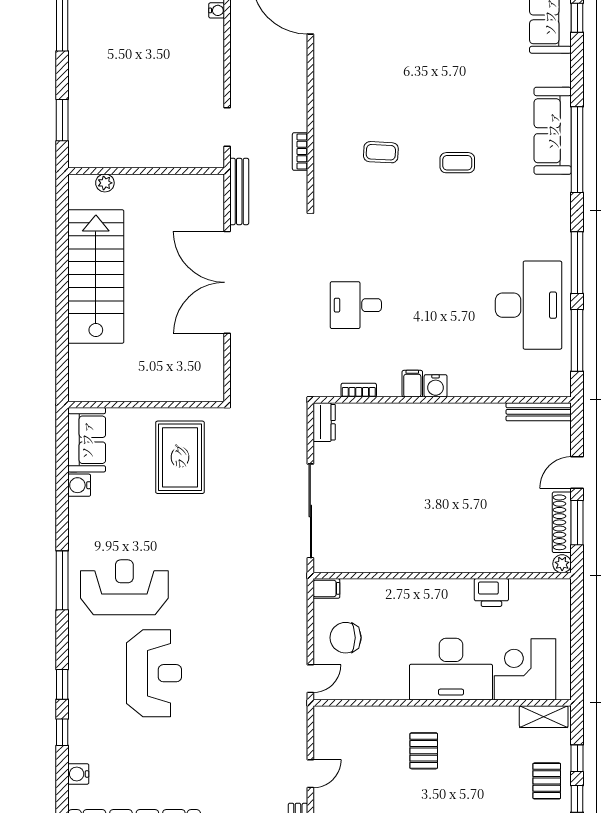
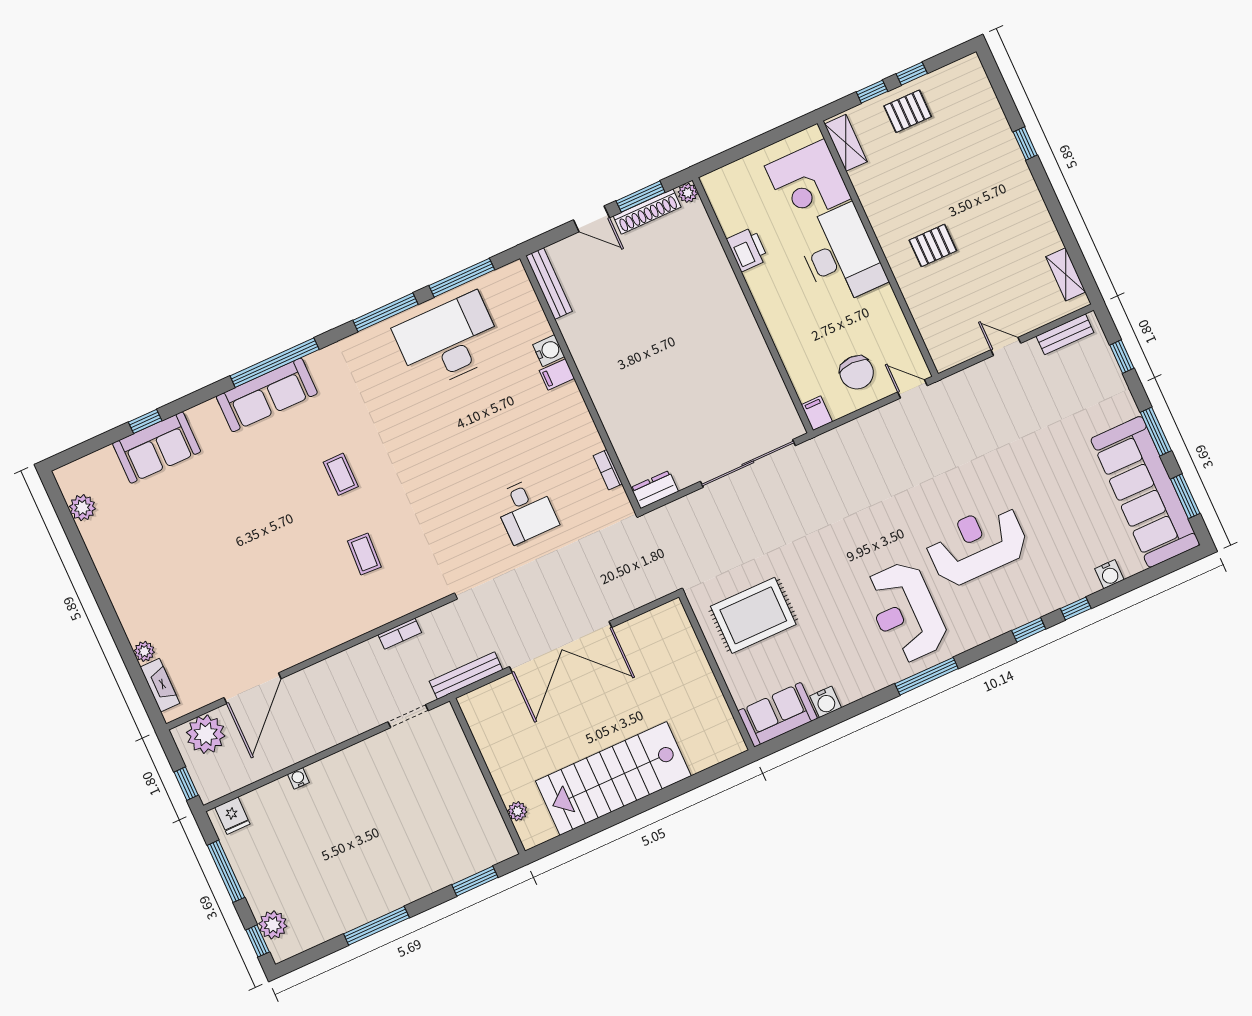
filing cabinet: (412, 384) -> (557, 374), moved
water cooler: (436, 386) -> (549, 351), moved

